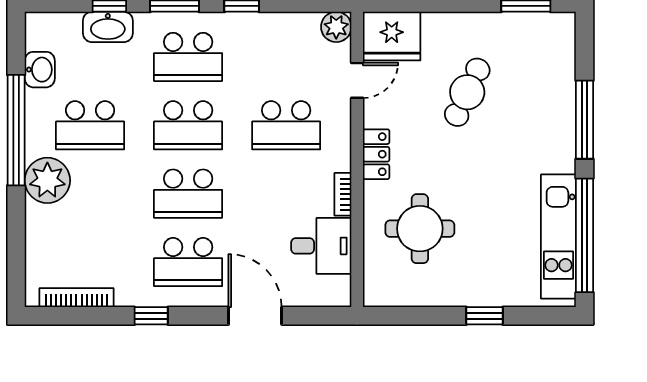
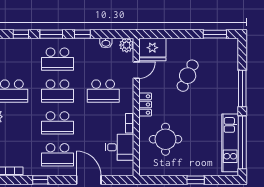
washbasin: (108, 27) -> (106, 43), moved, width x0.52, depth x0.69

